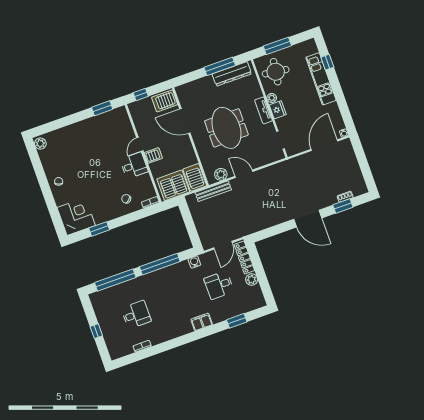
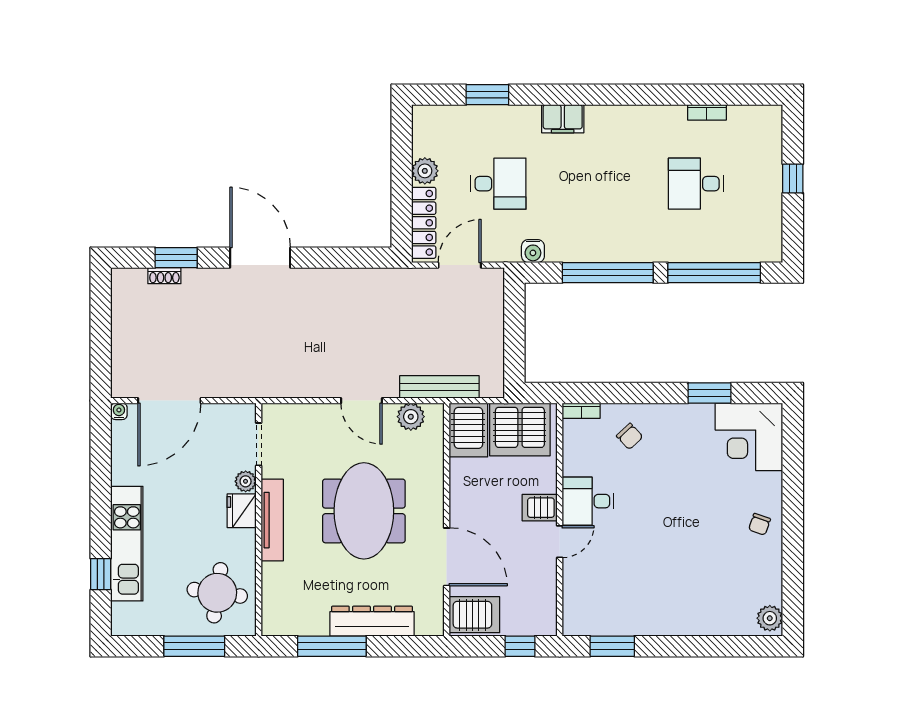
dresser: (232, 74) -> (372, 621), moved
plant: (272, 98) -> (246, 481), moved
tv unit: (263, 110) -> (272, 520), width x1.41

